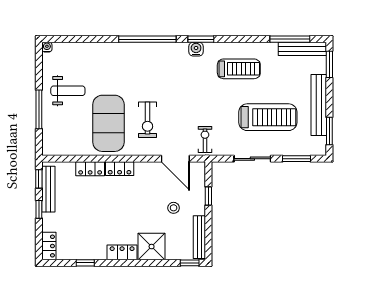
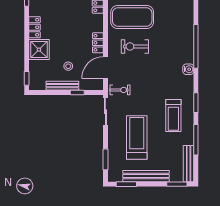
window: (201, 39) -> (196, 103), moved
window: (290, 39) -> (196, 140), moved
water cooler: (196, 49) -> (188, 69), moved
treadmill: (268, 117) -> (137, 138), turned 180
sliding door: (252, 159) -> (105, 112), moved
locker: (120, 169) -> (98, 43), moved
bench: (199, 237) -> (62, 86), moved

